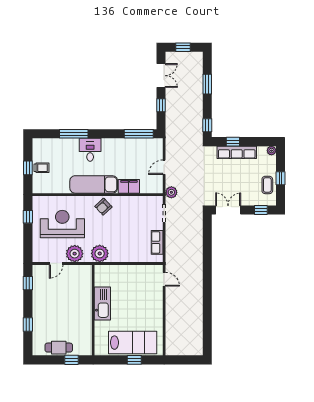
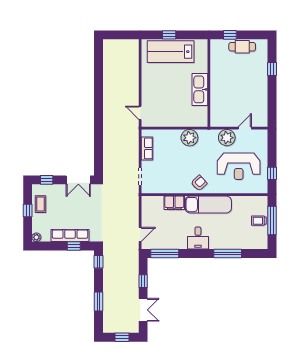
double door: (161, 76) -> (143, 310), swing flipped
desk: (90, 150) -> (198, 238), moved
door: (164, 167) -> (140, 234), moved
window: (28, 168) -> (272, 220), width x2.17
plant: (171, 192) -> (133, 197), removed
plant: (100, 253) -> (189, 138), moved
window: (28, 283) -> (272, 109), removed

